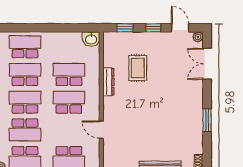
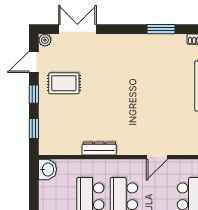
double door: (207, 64) -> (77, 29), swing flipped
rug: (138, 68) -> (64, 83), moved
window: (207, 120) -> (161, 29), moved

